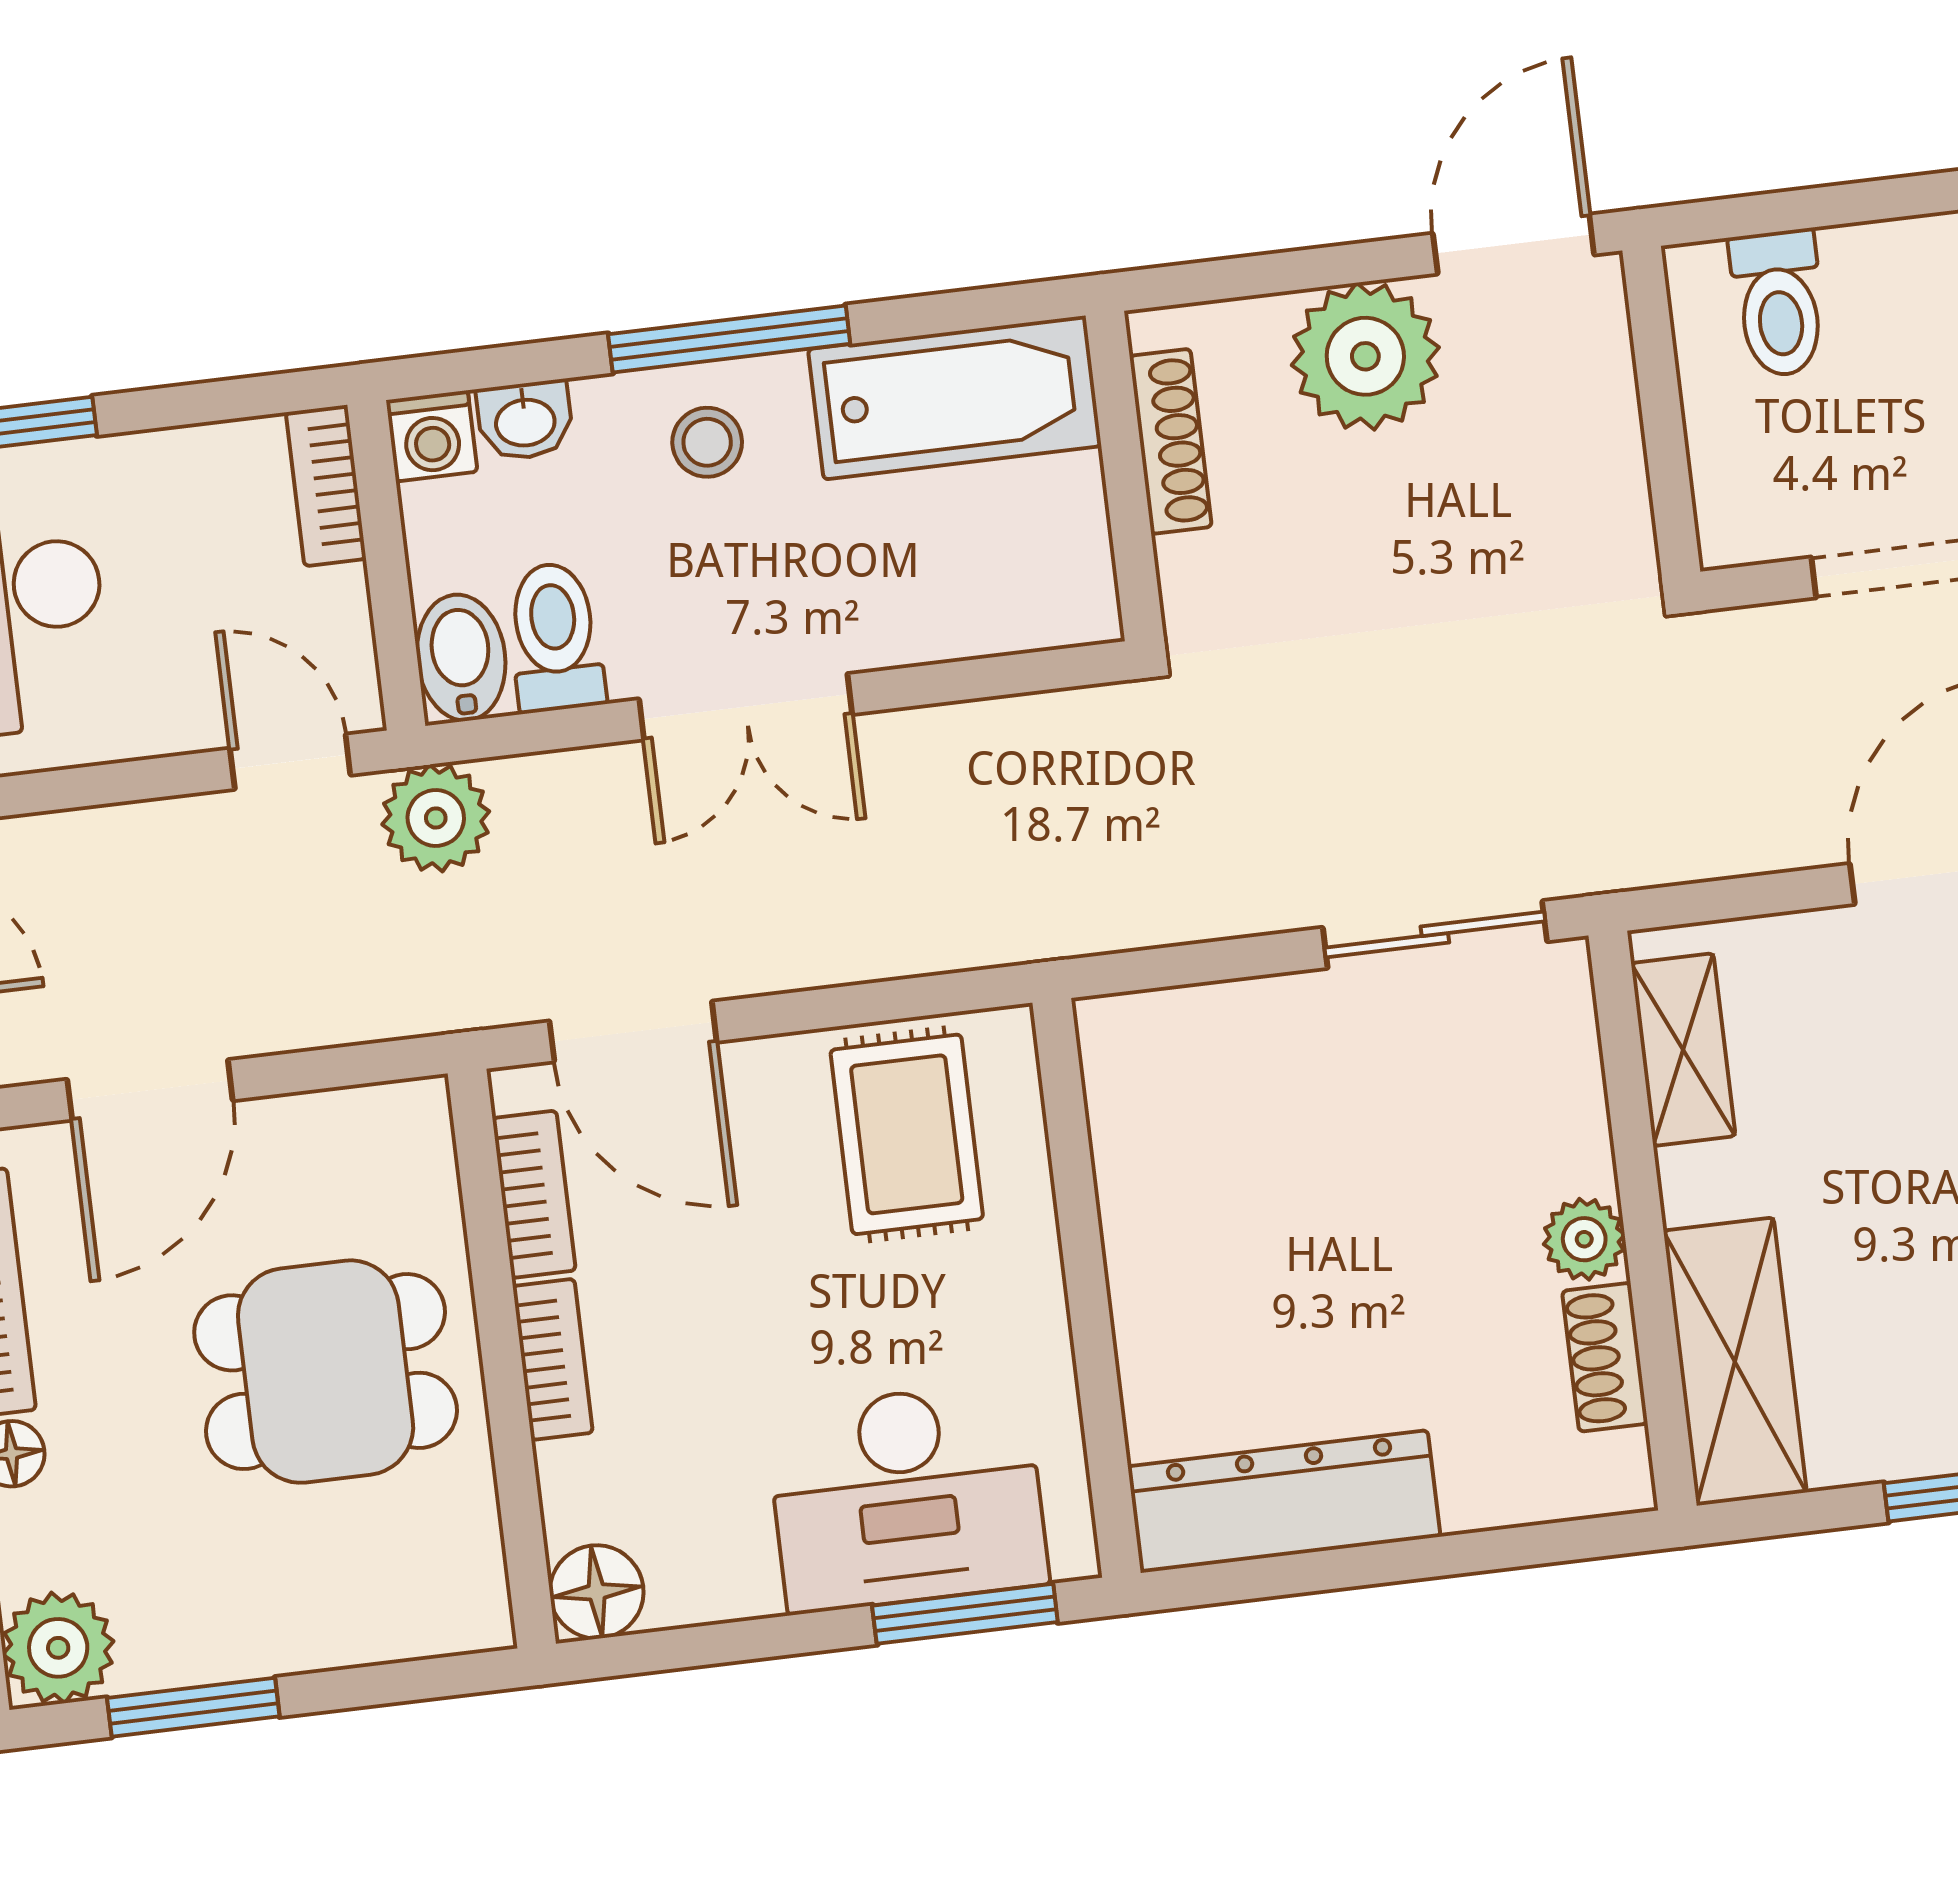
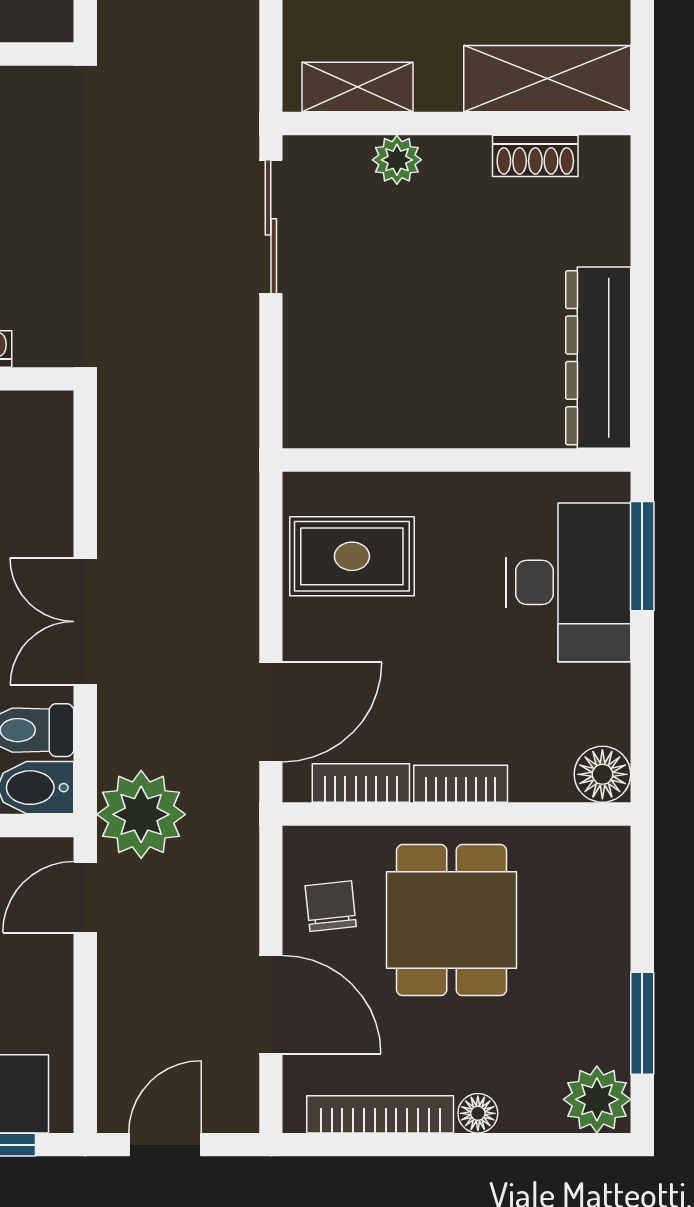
double door: (746, 707) -> (85, 622), swing flipped
plant: (436, 818) -> (141, 814), width x1.36, depth x1.36
chair: (324, 1169) -> (331, 906), added
plant: (1584, 1239) -> (397, 160), moved

